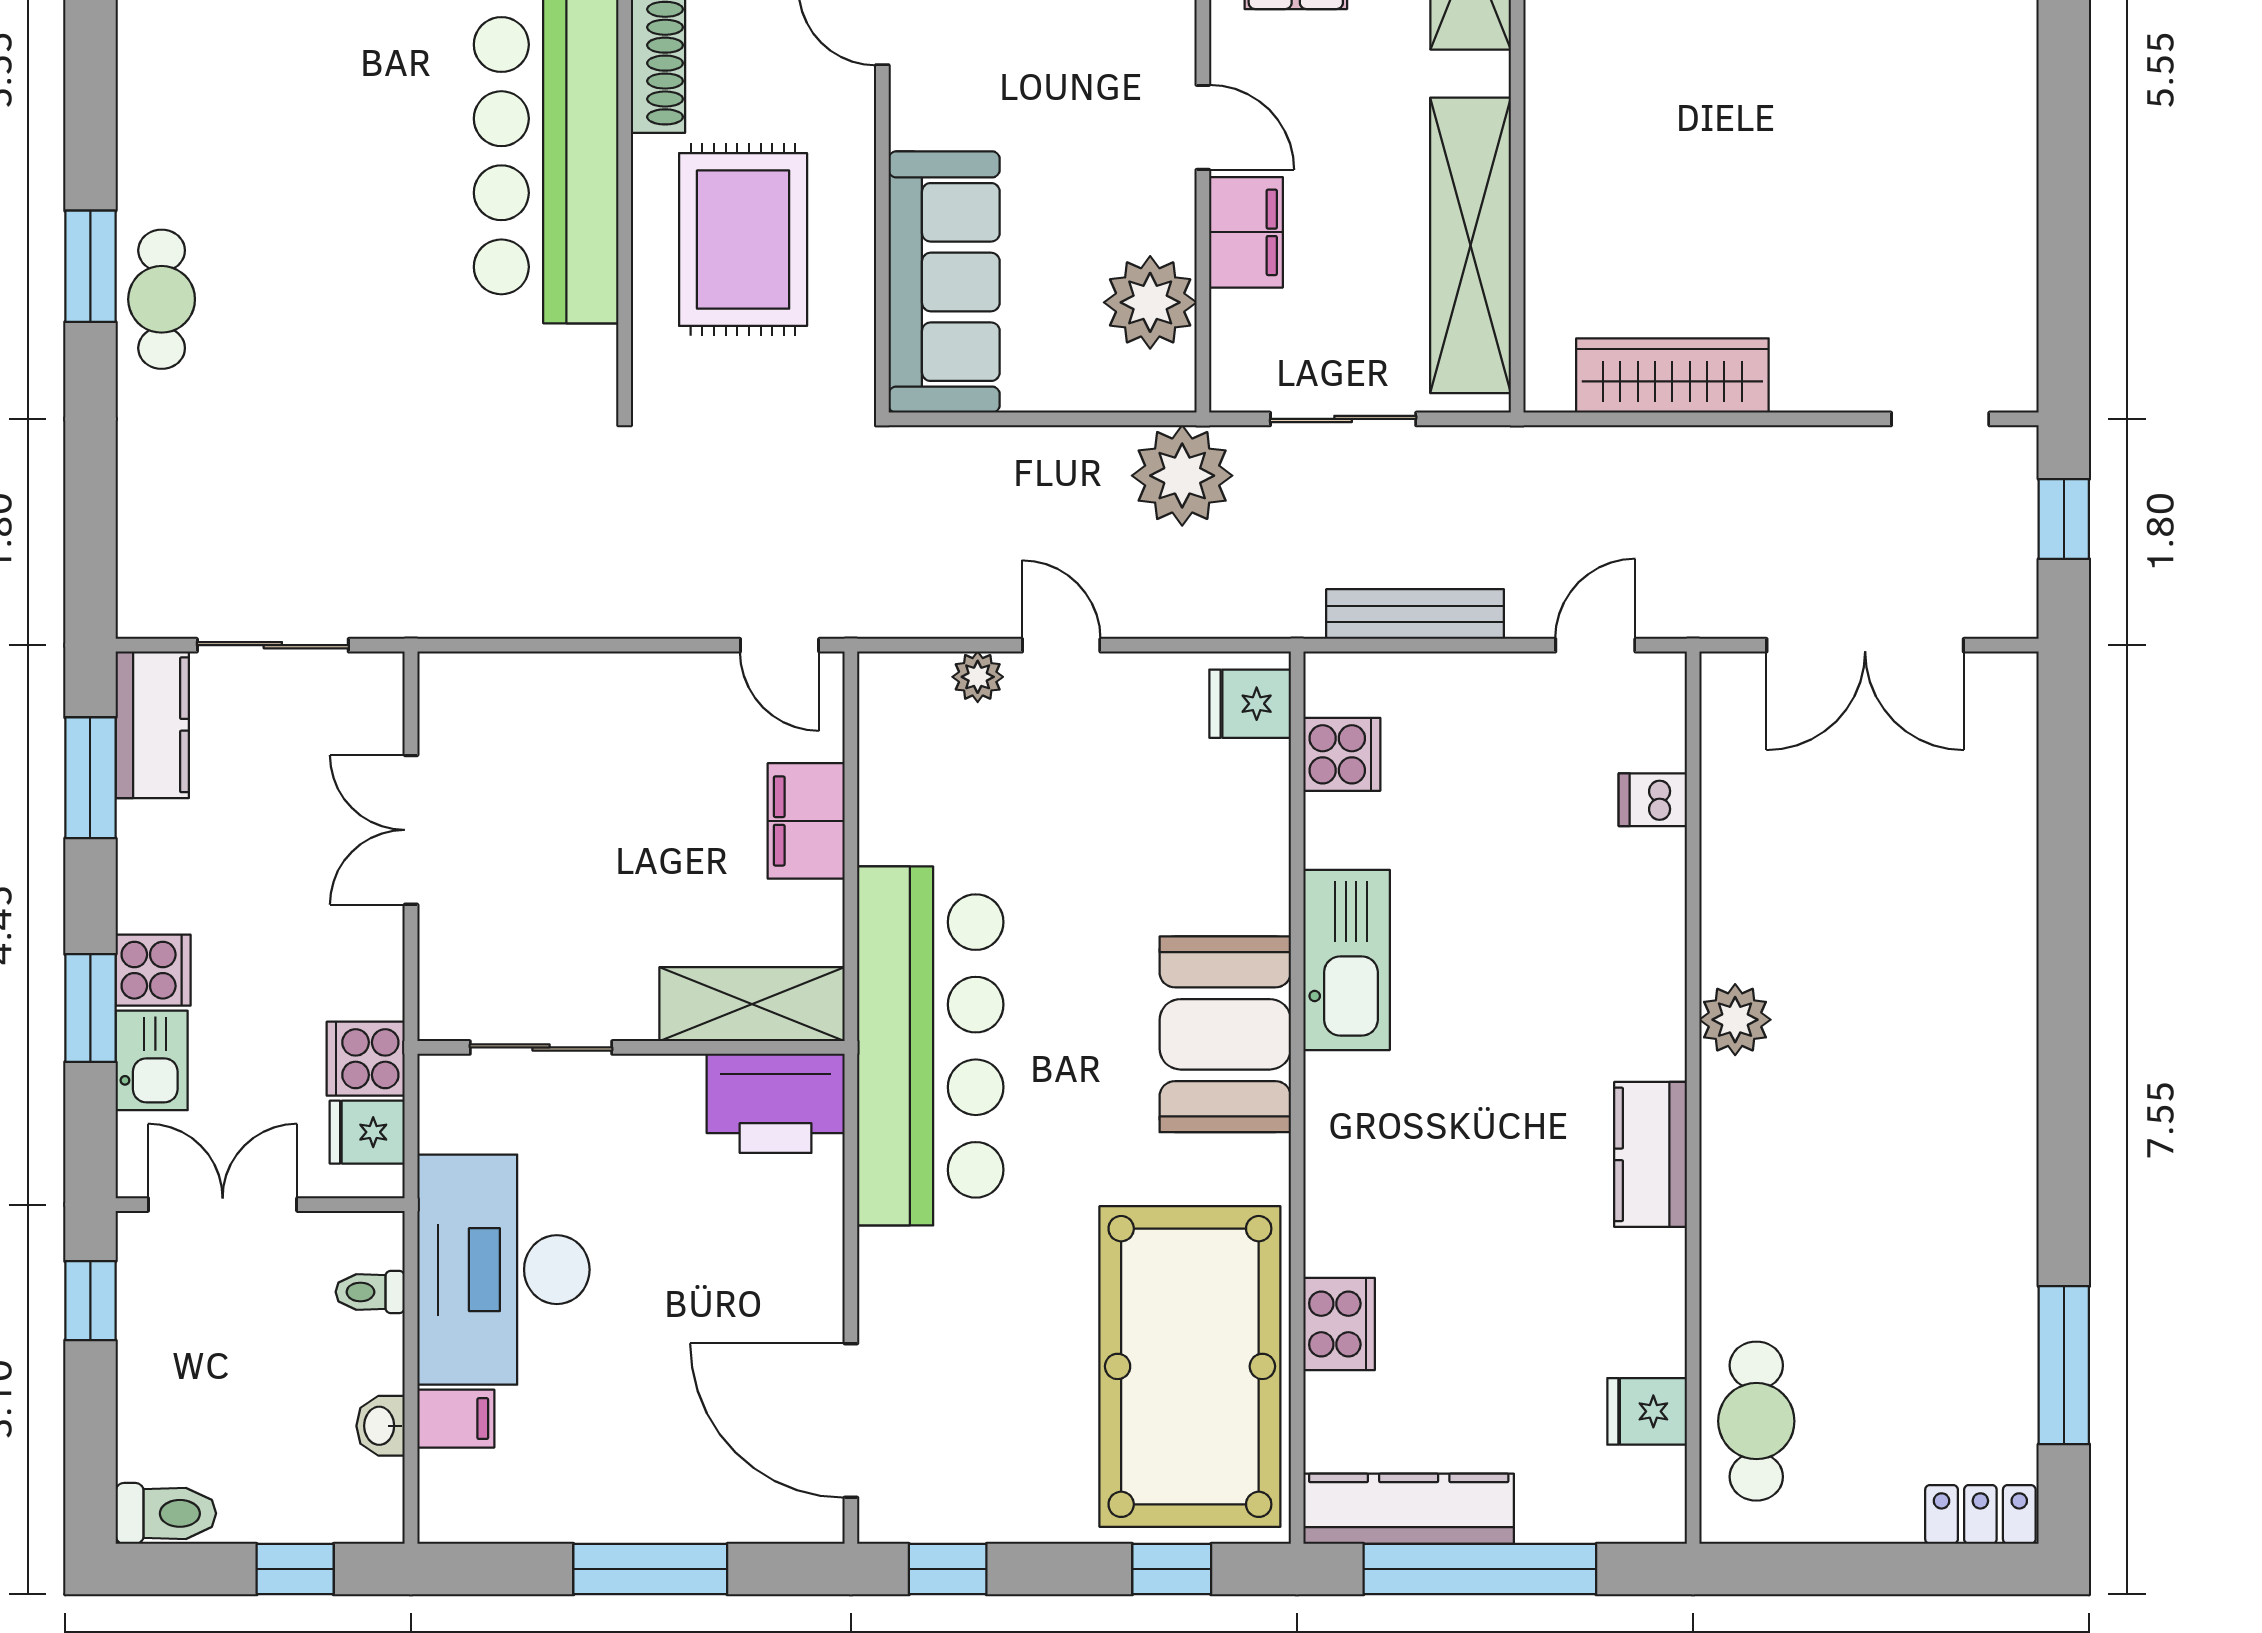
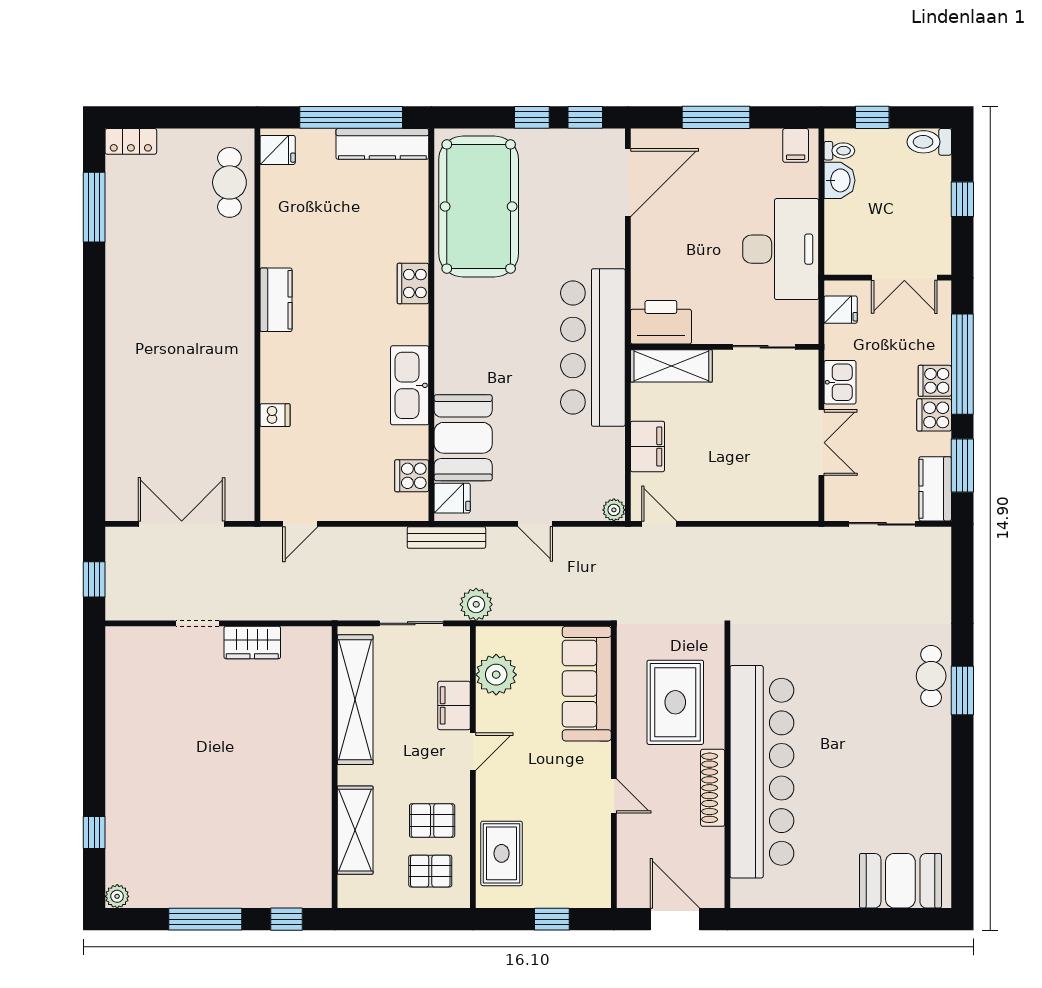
door: (1203, 127) -> (473, 752), swing flipped
wardrobe: (1672, 375) -> (252, 642), width x0.67
doorway: (1940, 419) -> (197, 623), moved
plant: (1182, 476) -> (476, 604), width x0.73, depth x0.73
bench: (1415, 614) -> (446, 538), moved
plant: (978, 677) -> (614, 510), moved
dishwasher: (1653, 800) -> (275, 415), moved
window: (90, 1008) -> (962, 364), width x2.11
plant: (1735, 1020) -> (239, 359), removed
booth: (1225, 1034) -> (463, 438), moved
cooker: (366, 1059) -> (934, 415), moved, turned 180
kitchen sink: (152, 1060) -> (840, 382), moved, turned 180
toilet: (370, 1292) -> (839, 151), moved
window: (90, 1301) -> (962, 199), moved
cooker: (1339, 1324) -> (413, 284), moved
fridge: (1647, 1411) -> (278, 150), moved
filing cabinet: (456, 1419) -> (796, 145), moved, turned -90
door: (851, 1420) -> (628, 183), hinge flipped
washbasin: (381, 1426) -> (839, 180), width x1.38, depth x1.45
window: (1172, 1569) -> (532, 117), moved

